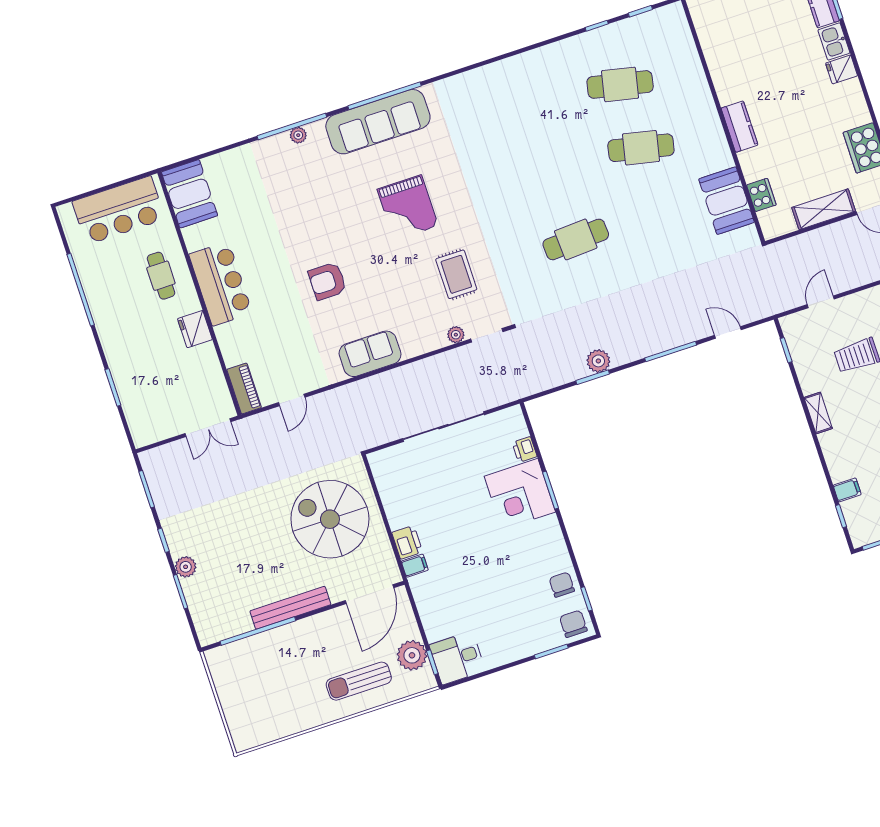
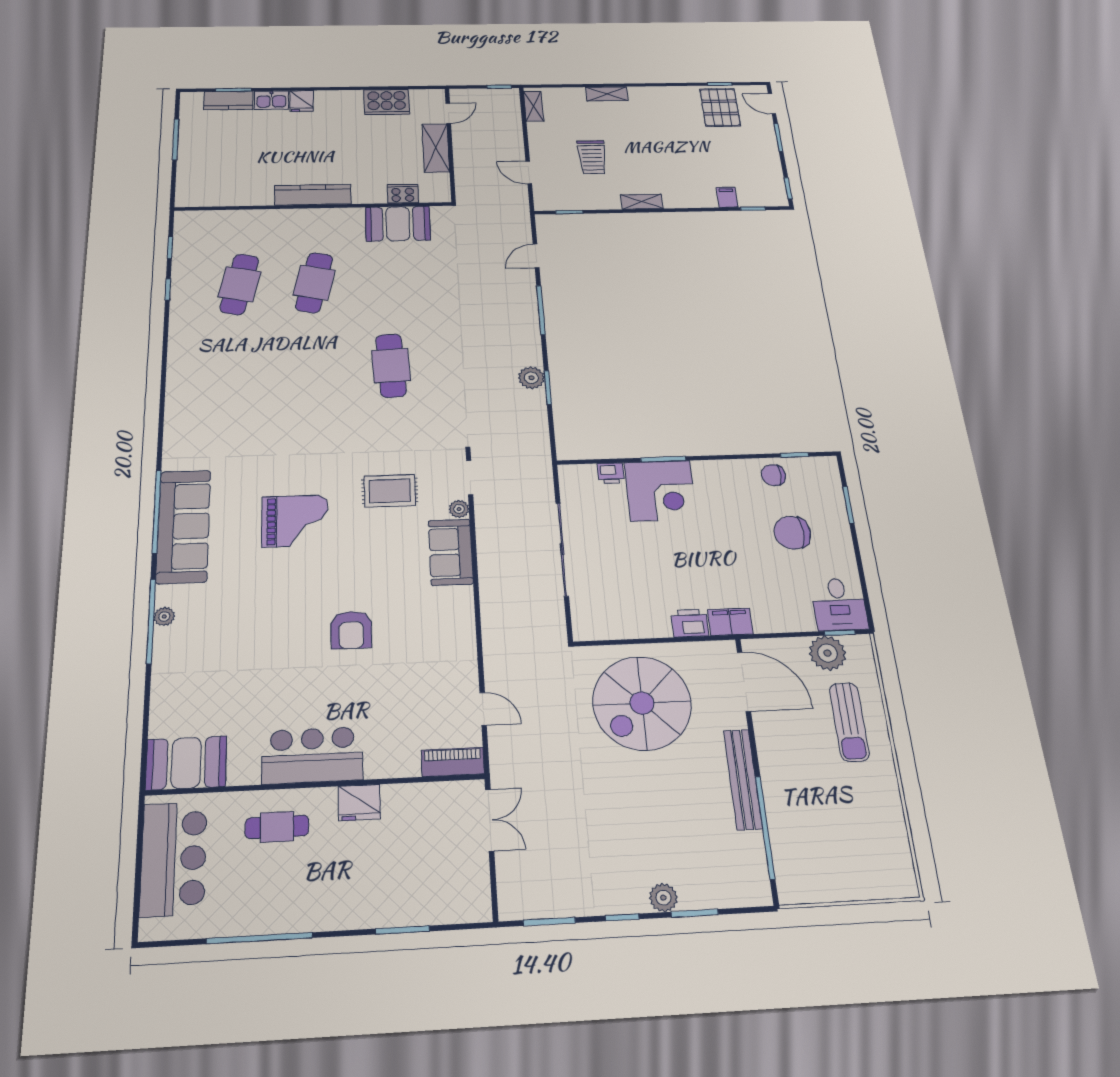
kitchen counter: (739, 127) -> (313, 195), width x1.50
sofa: (370, 354) -> (451, 552), moved
filing cabinet: (415, 566) -> (730, 622), width x2.00
chair: (573, 624) -> (792, 533), moved, width x1.37, depth x1.37

